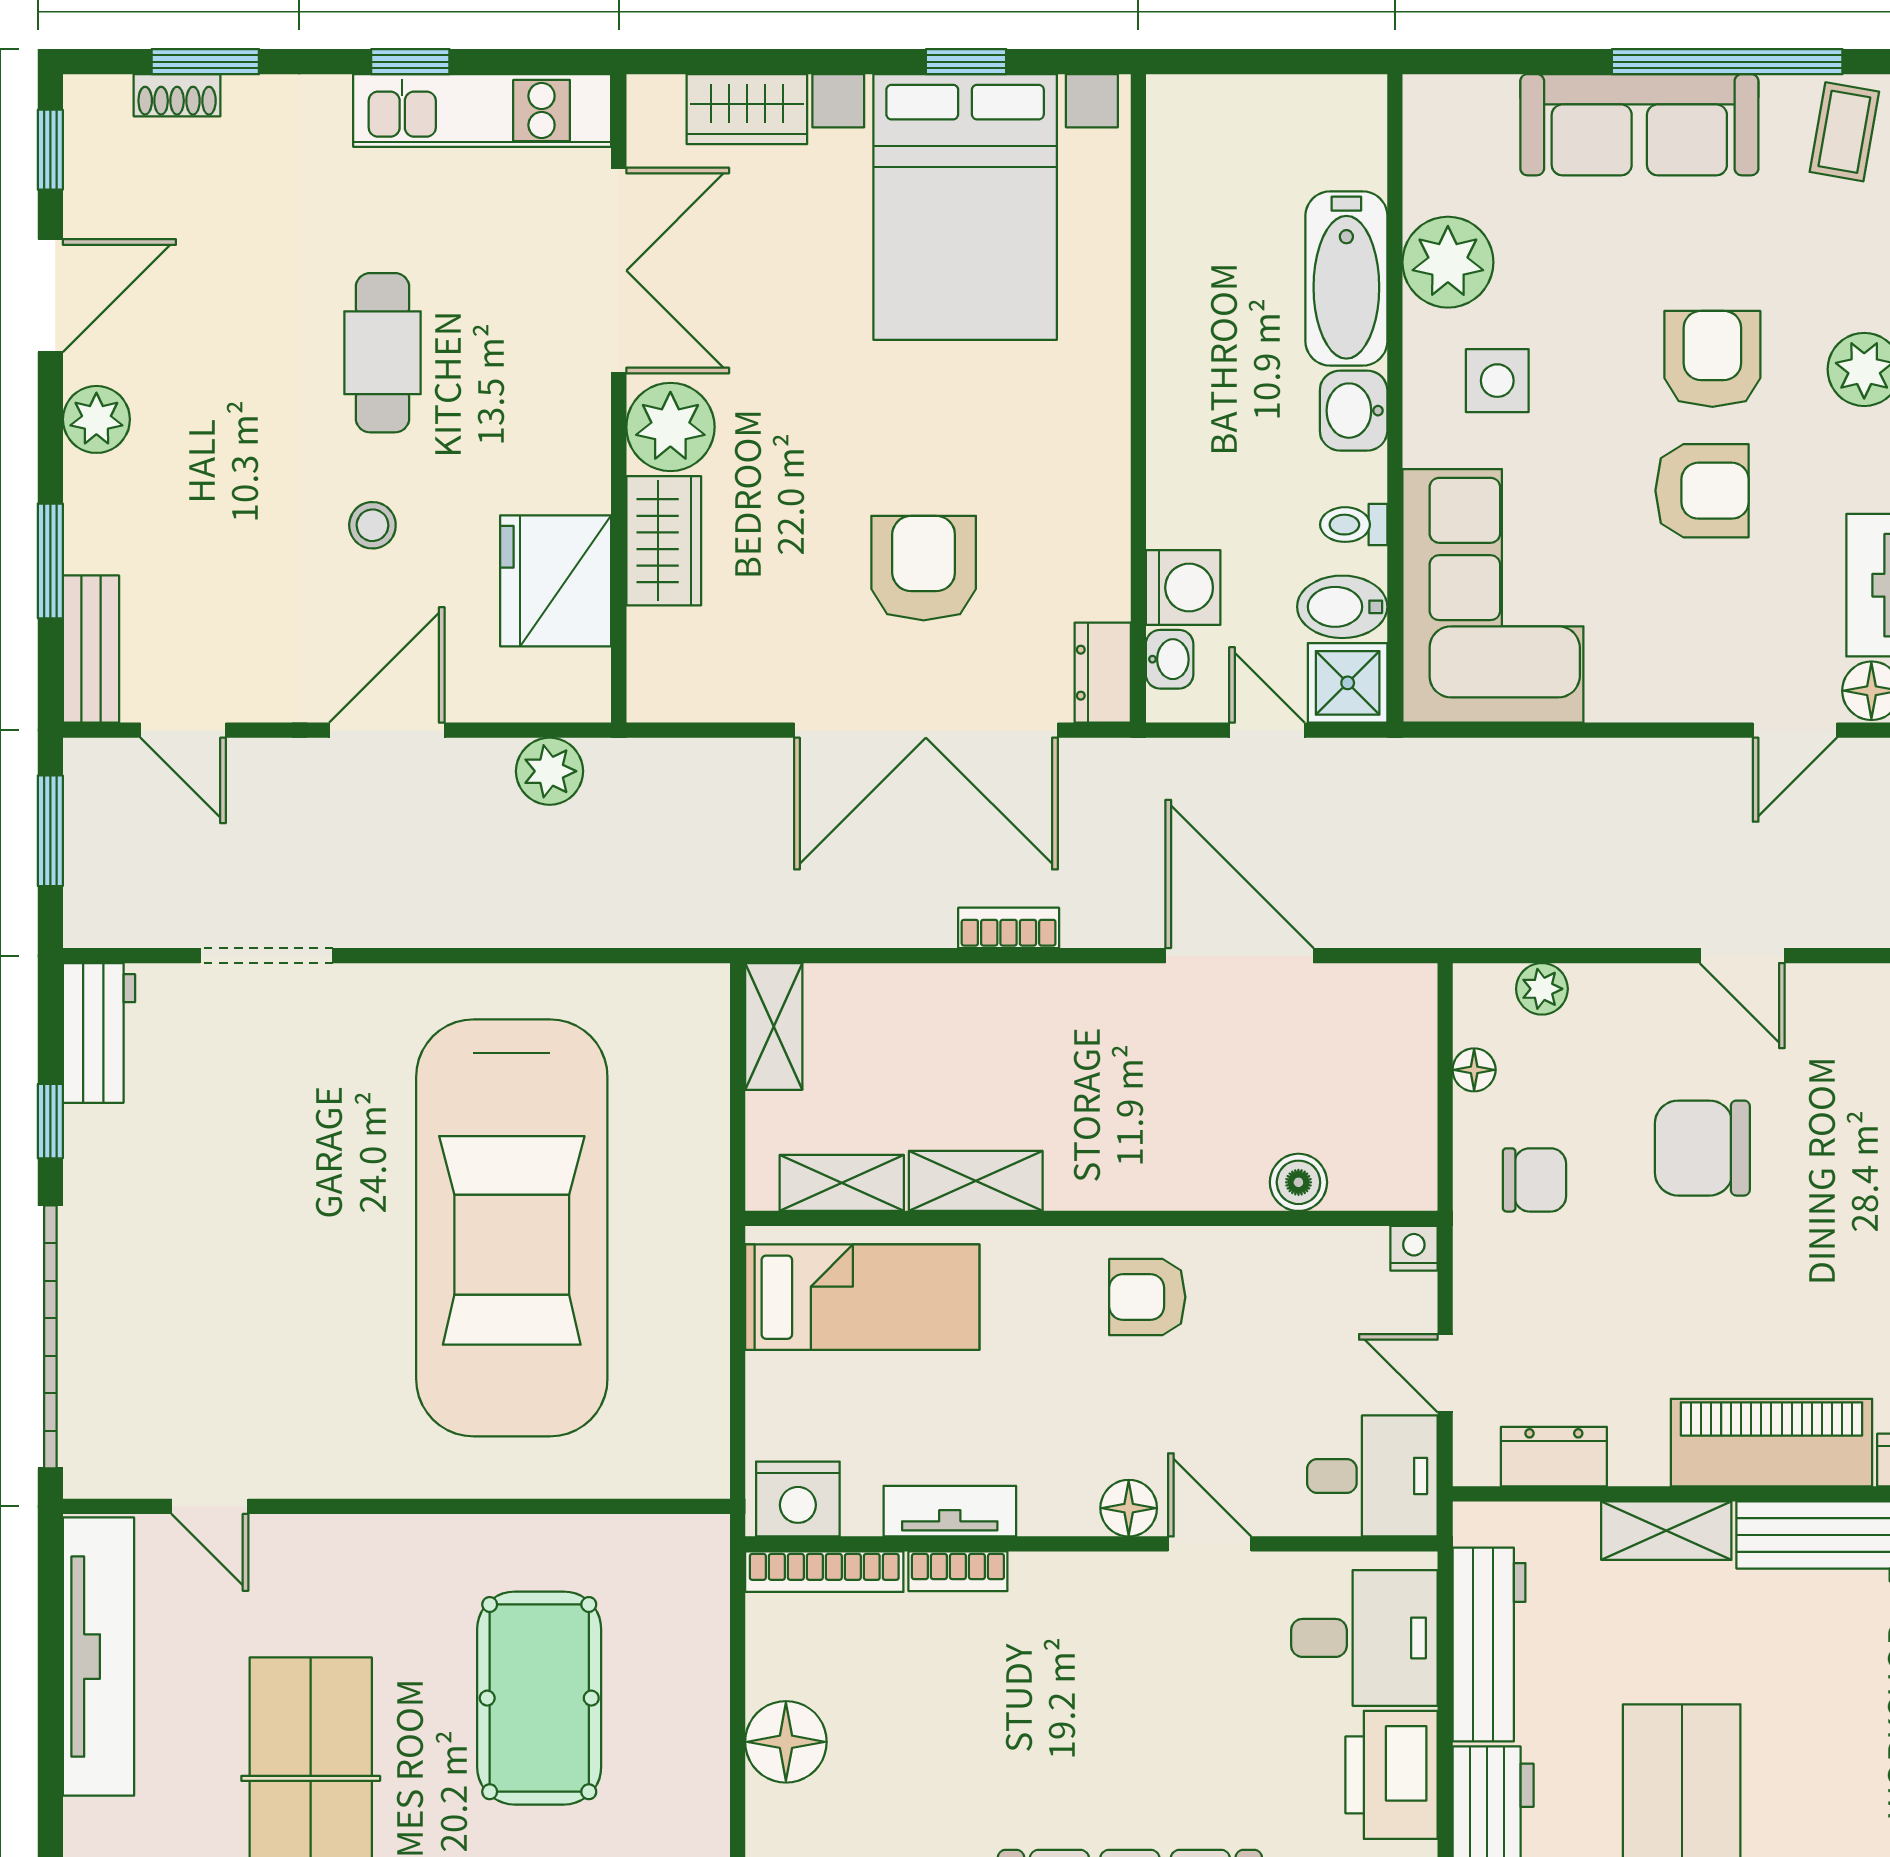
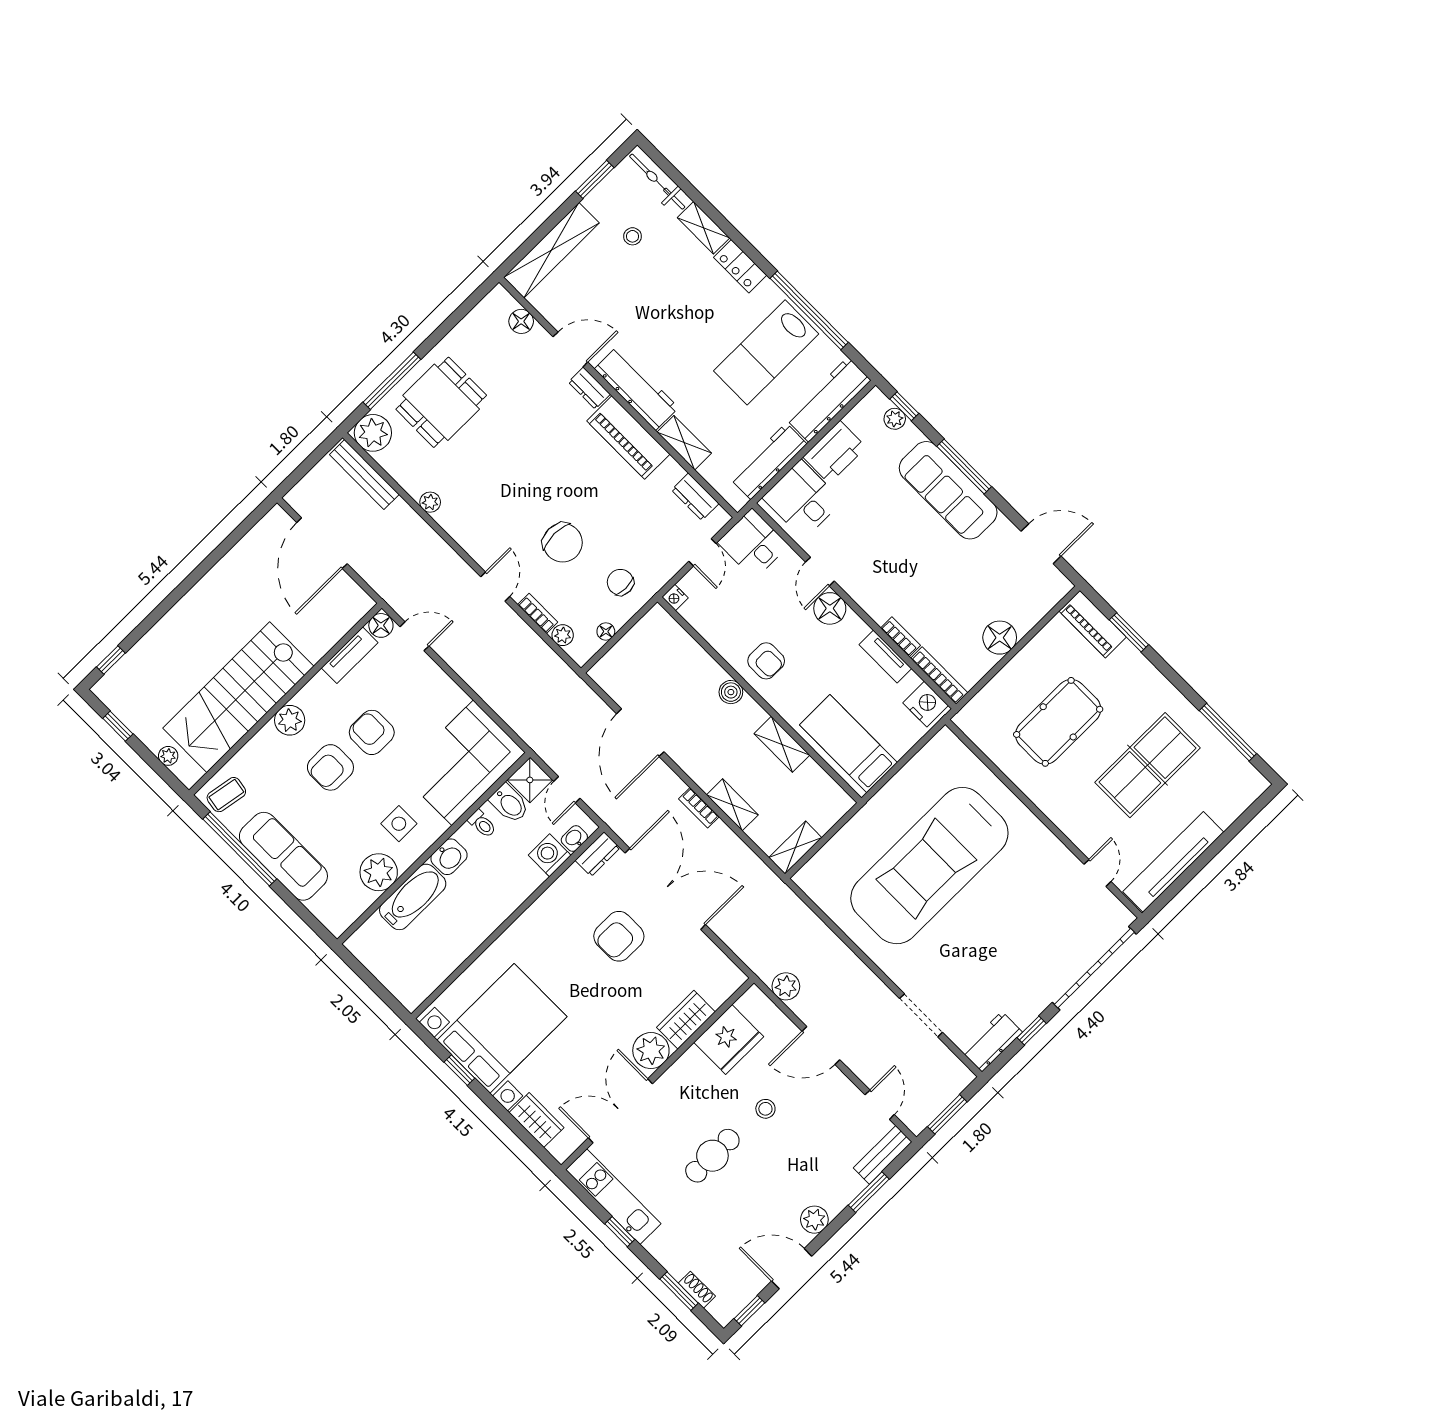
bookcase: (1623, 983) -> (538, 613), added
boiler: (1298, 1182) -> (731, 692), moved
shelving: (842, 1183) -> (732, 805), moved
car: (512, 1228) -> (929, 866), turned 180
floor lamp: (1129, 1508) -> (830, 608), width x1.38, depth x1.38

